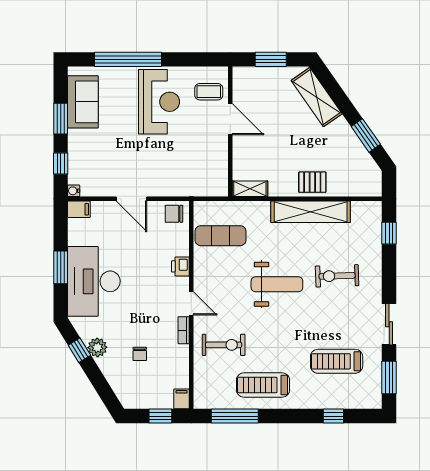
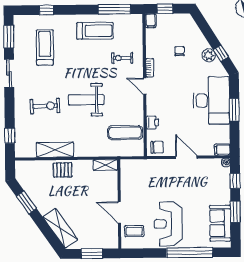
shelving: (311, 212) -> (55, 150), width x0.68
printer: (180, 266) -> (152, 123), moved
exercise bike: (224, 345) -> (122, 58), width x0.73, depth x0.72
treadmill: (337, 361) -> (45, 48), turned -90

